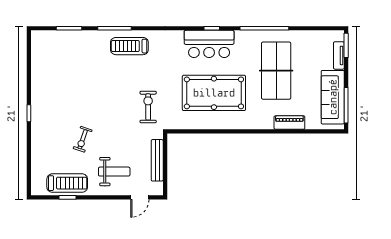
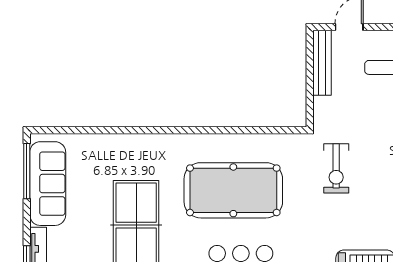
piano: (289, 123) -> (115, 144), removed
bench: (157, 160) -> (322, 63), moved

